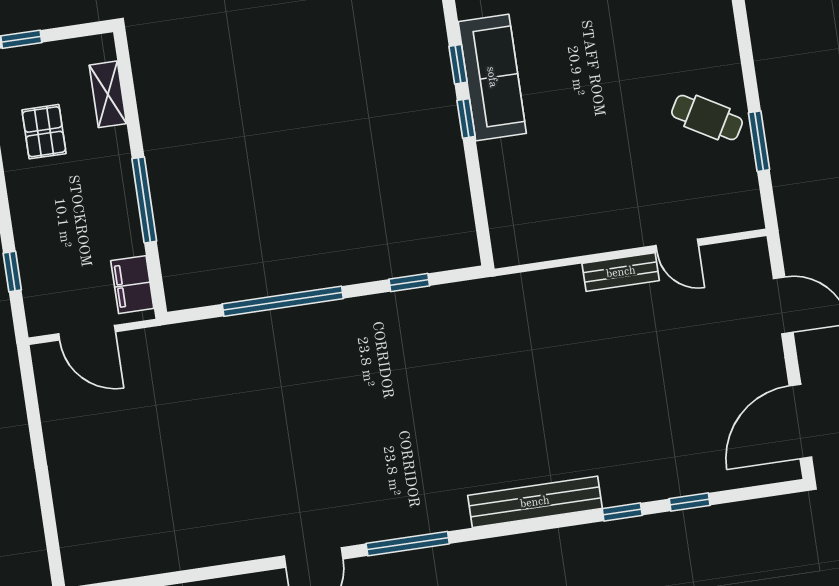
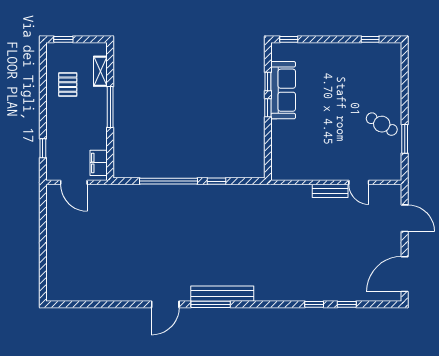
window: (144, 200) -> (110, 107), moved
window: (409, 283) -> (217, 181), moved
bench: (535, 502) -> (222, 294), moved

